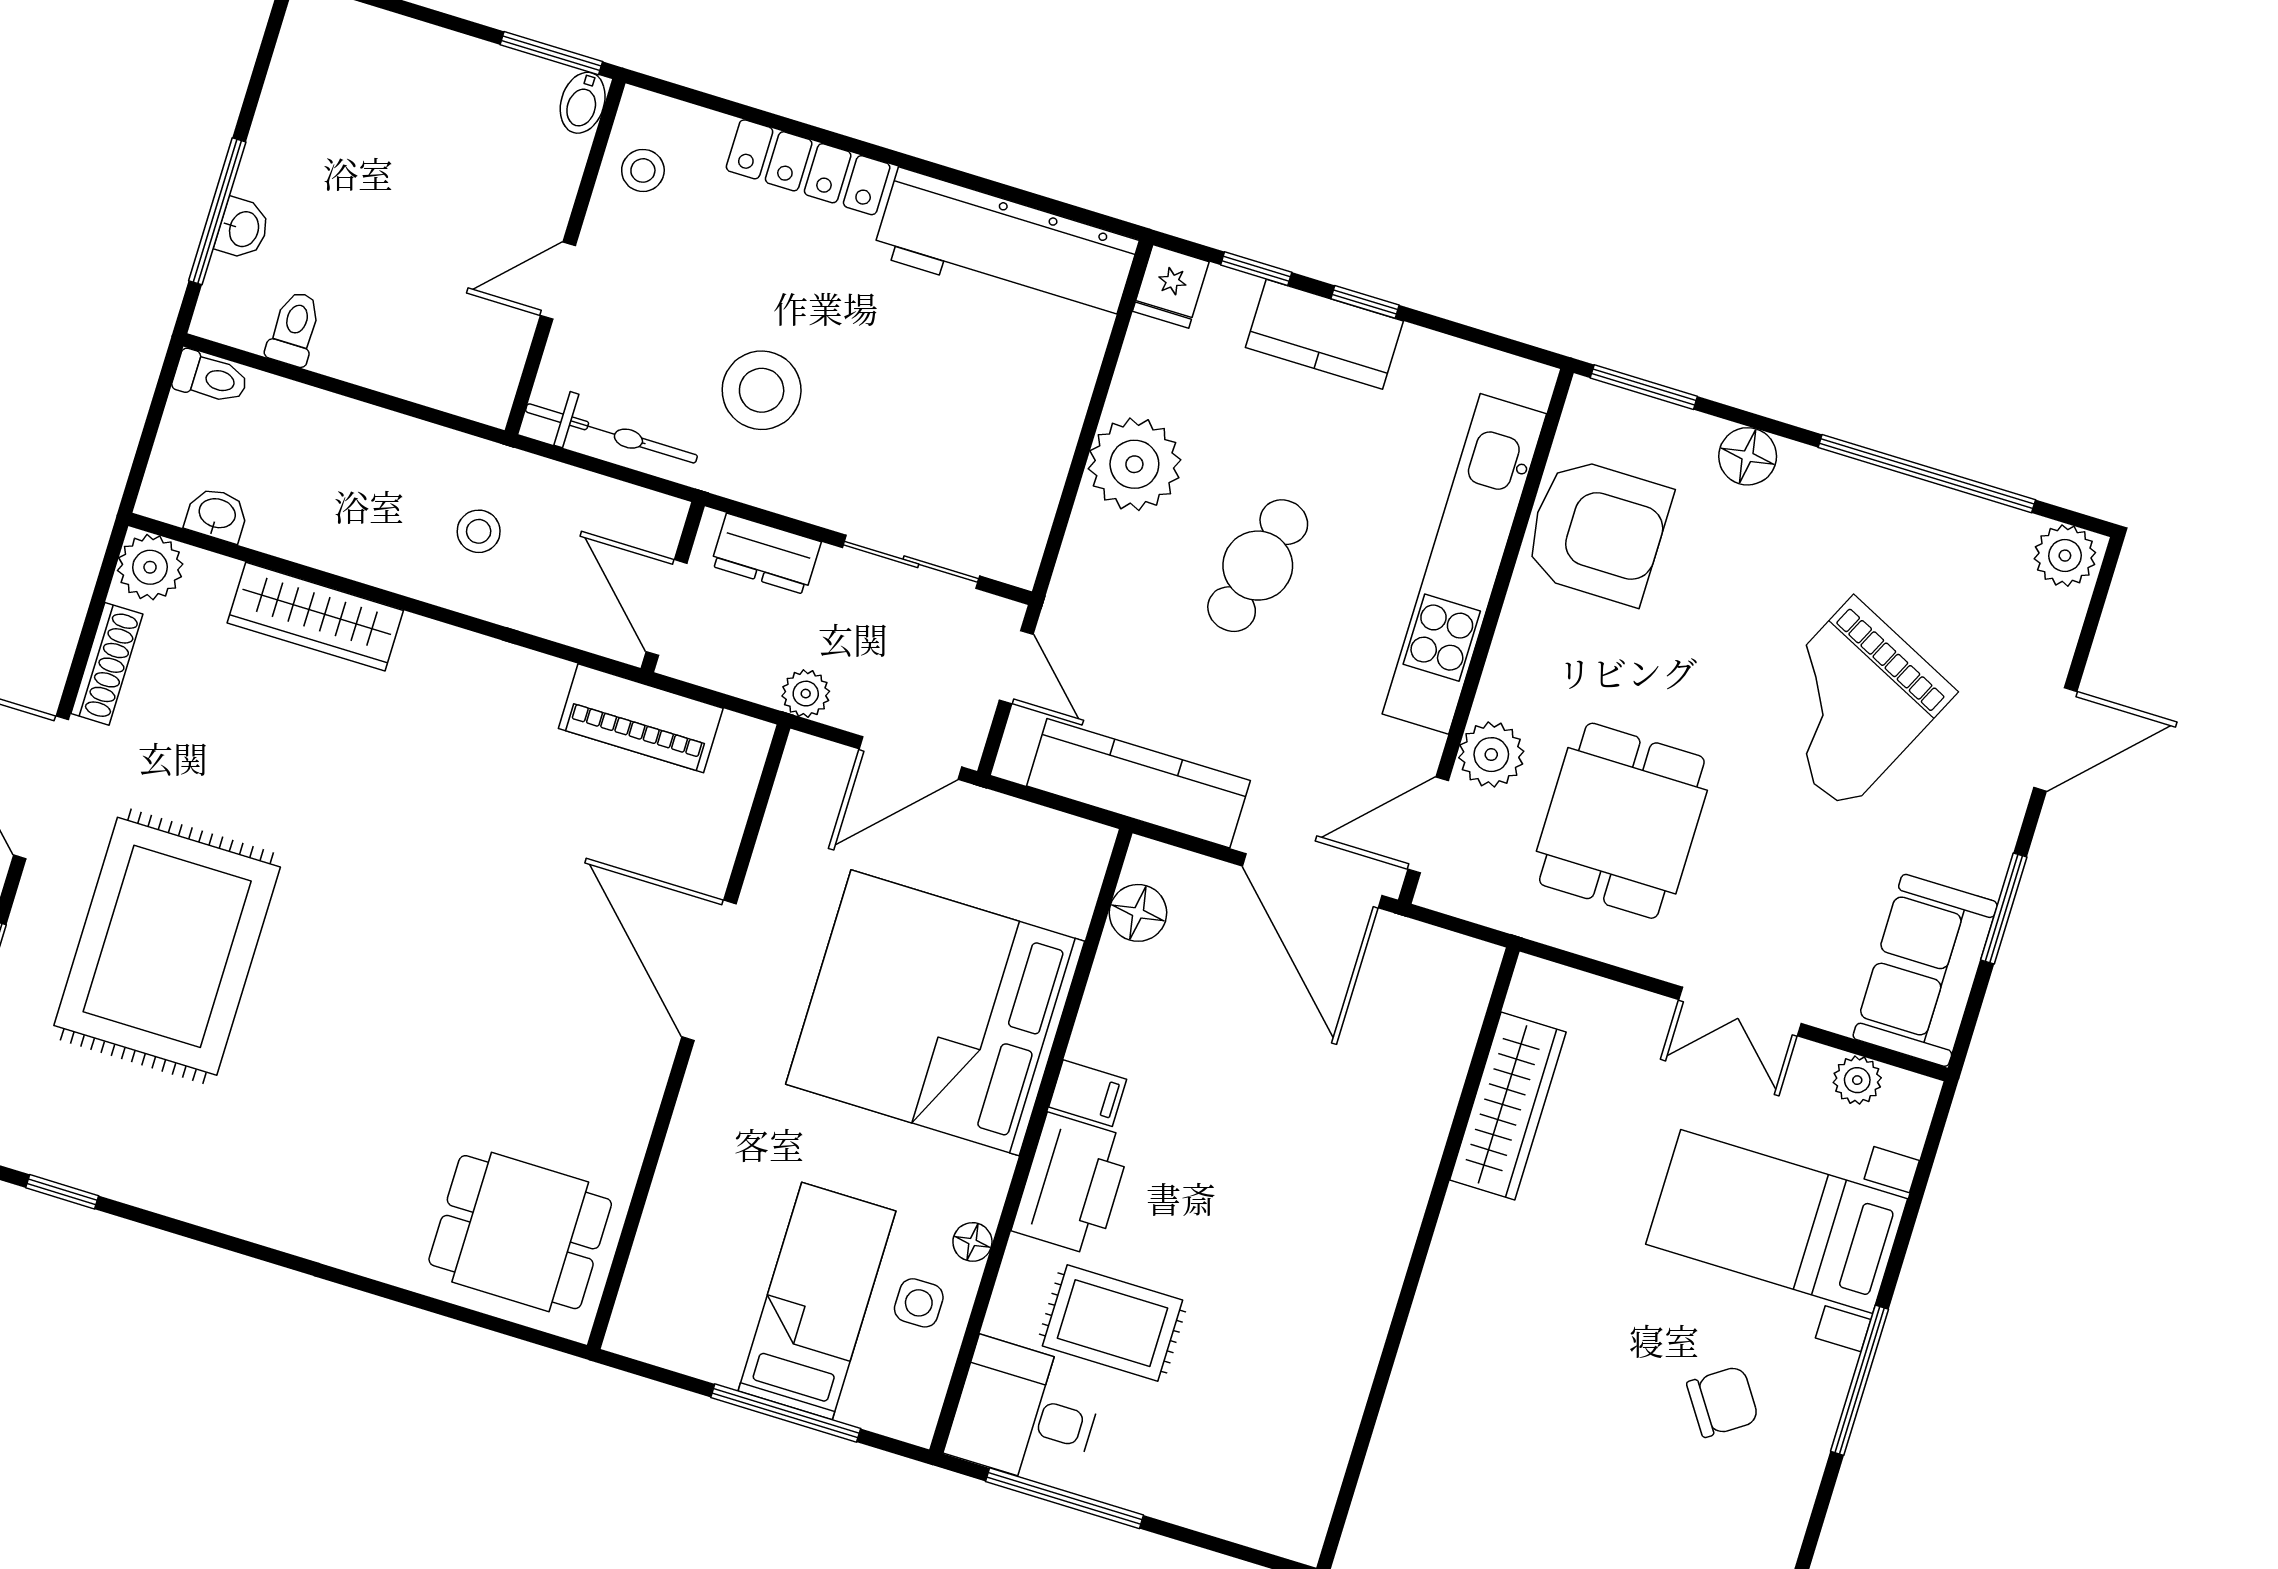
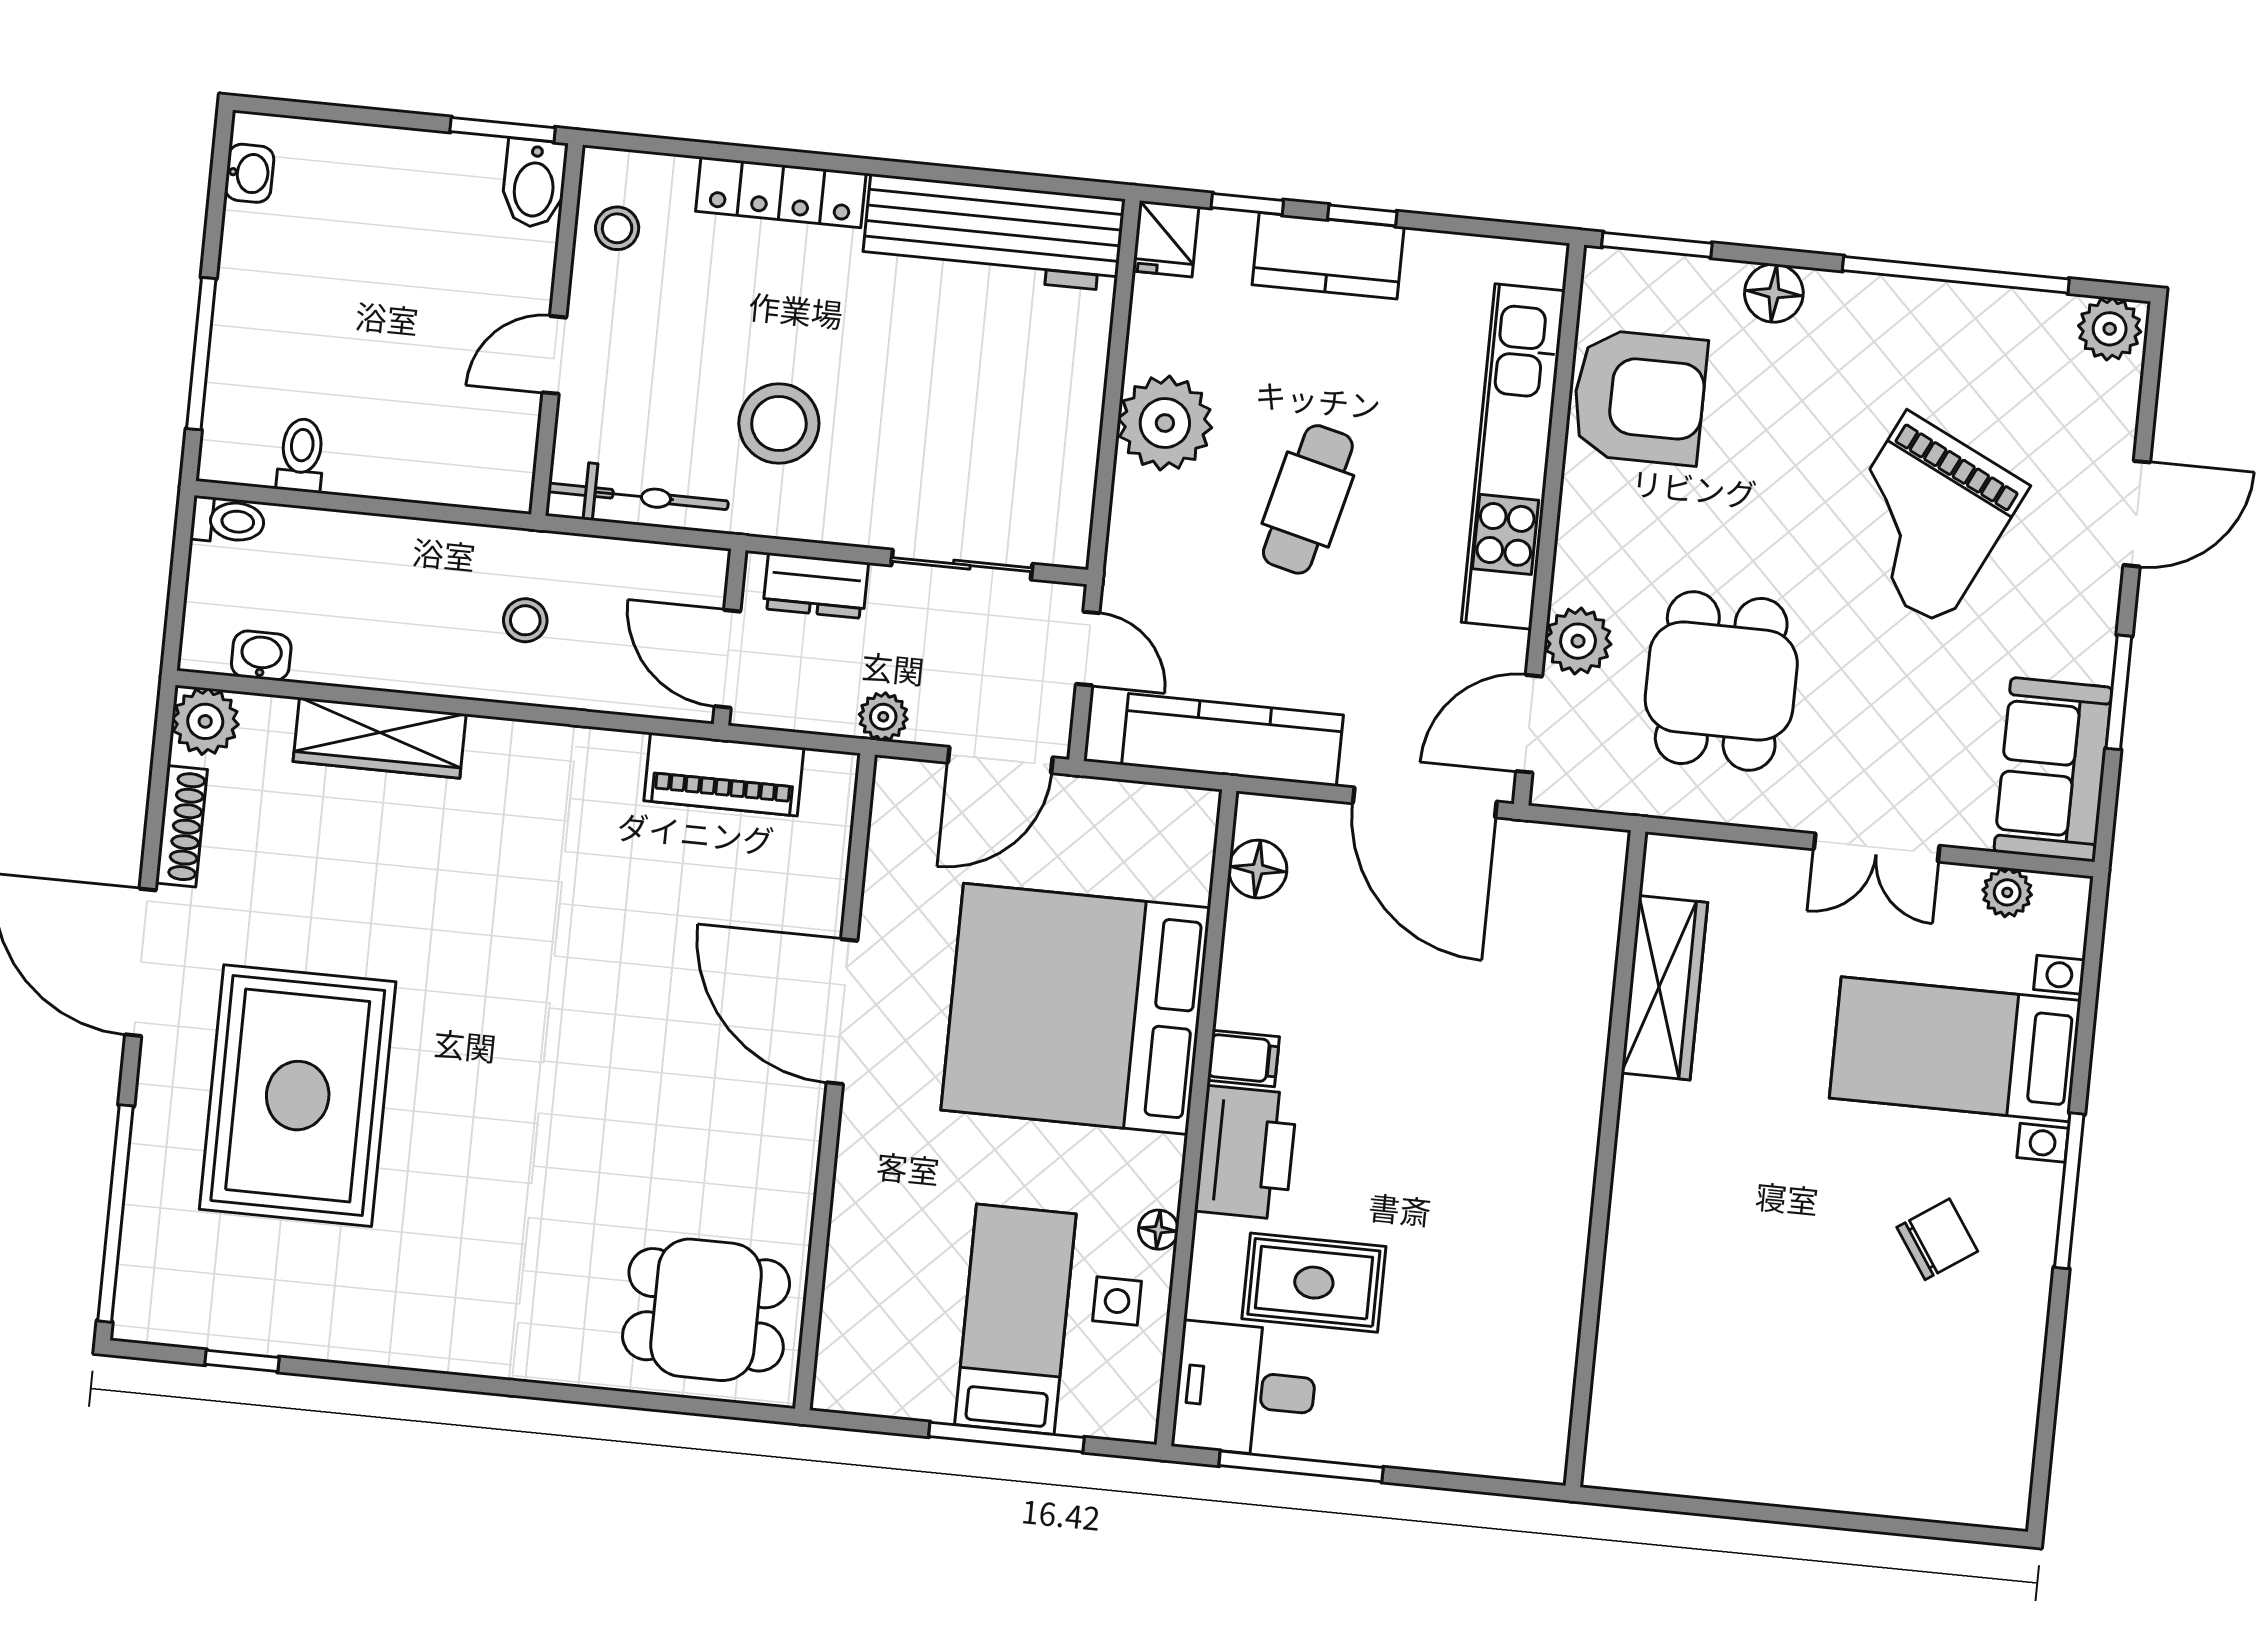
bidet: (583, 103) -> (534, 183), width x1.38, depth x1.36
washbasin: (243, 229) -> (249, 173), moved

